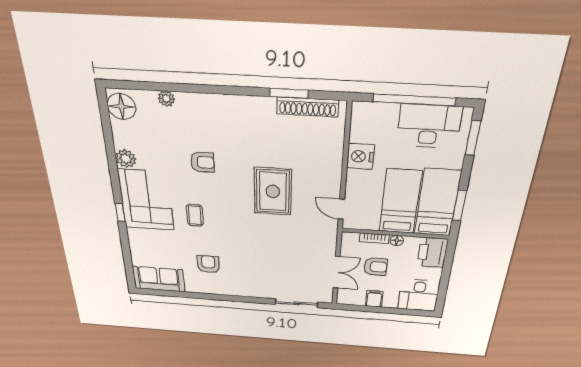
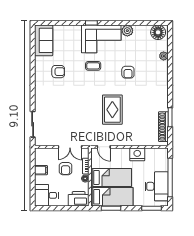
rug: (273, 191) -> (112, 110), turned 90
door: (341, 209) -> (104, 147), swing flipped
double door: (337, 272) -> (70, 147), moved

